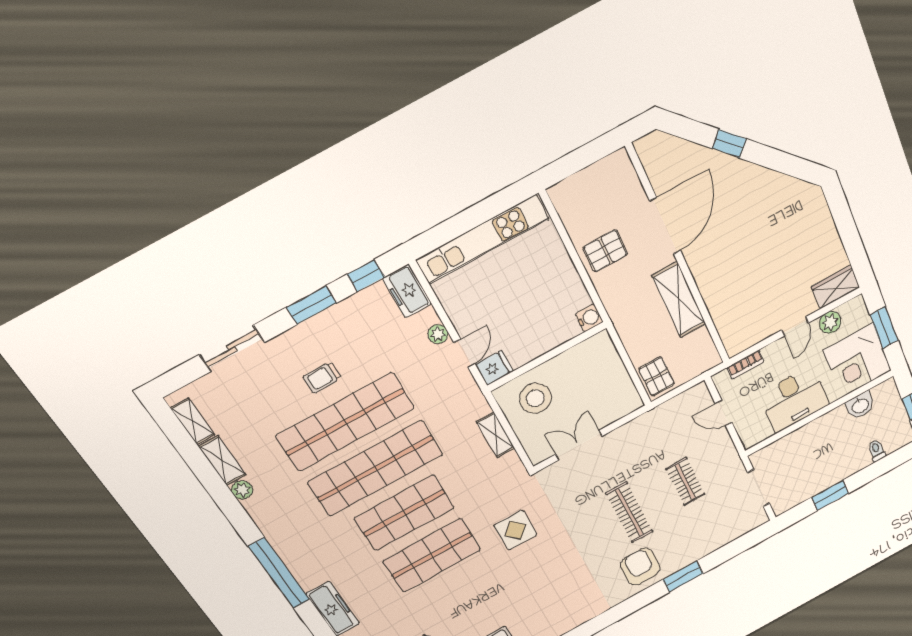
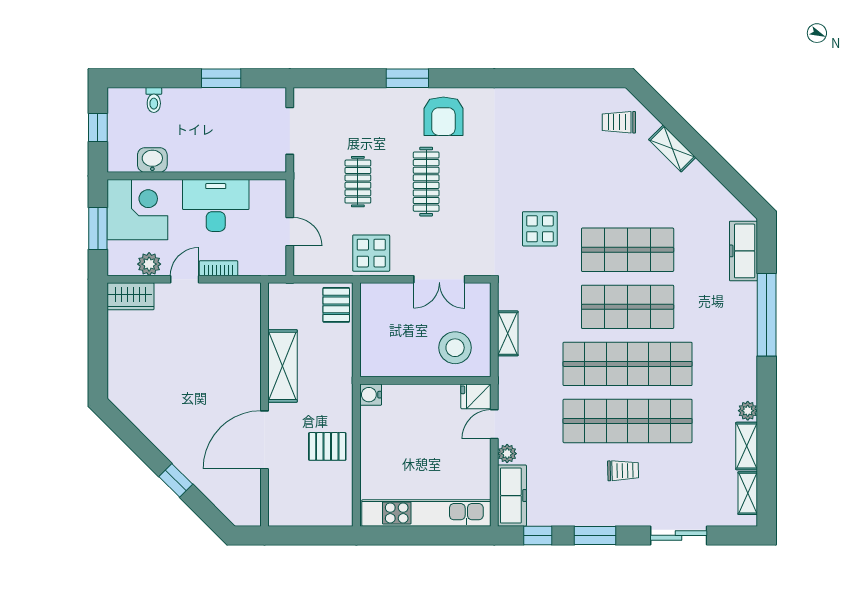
freezer: (407, 291) -> (512, 496), width x1.40
bookcase: (746, 365) -> (218, 268), moved
display table: (647, 434) -> (371, 253), added

